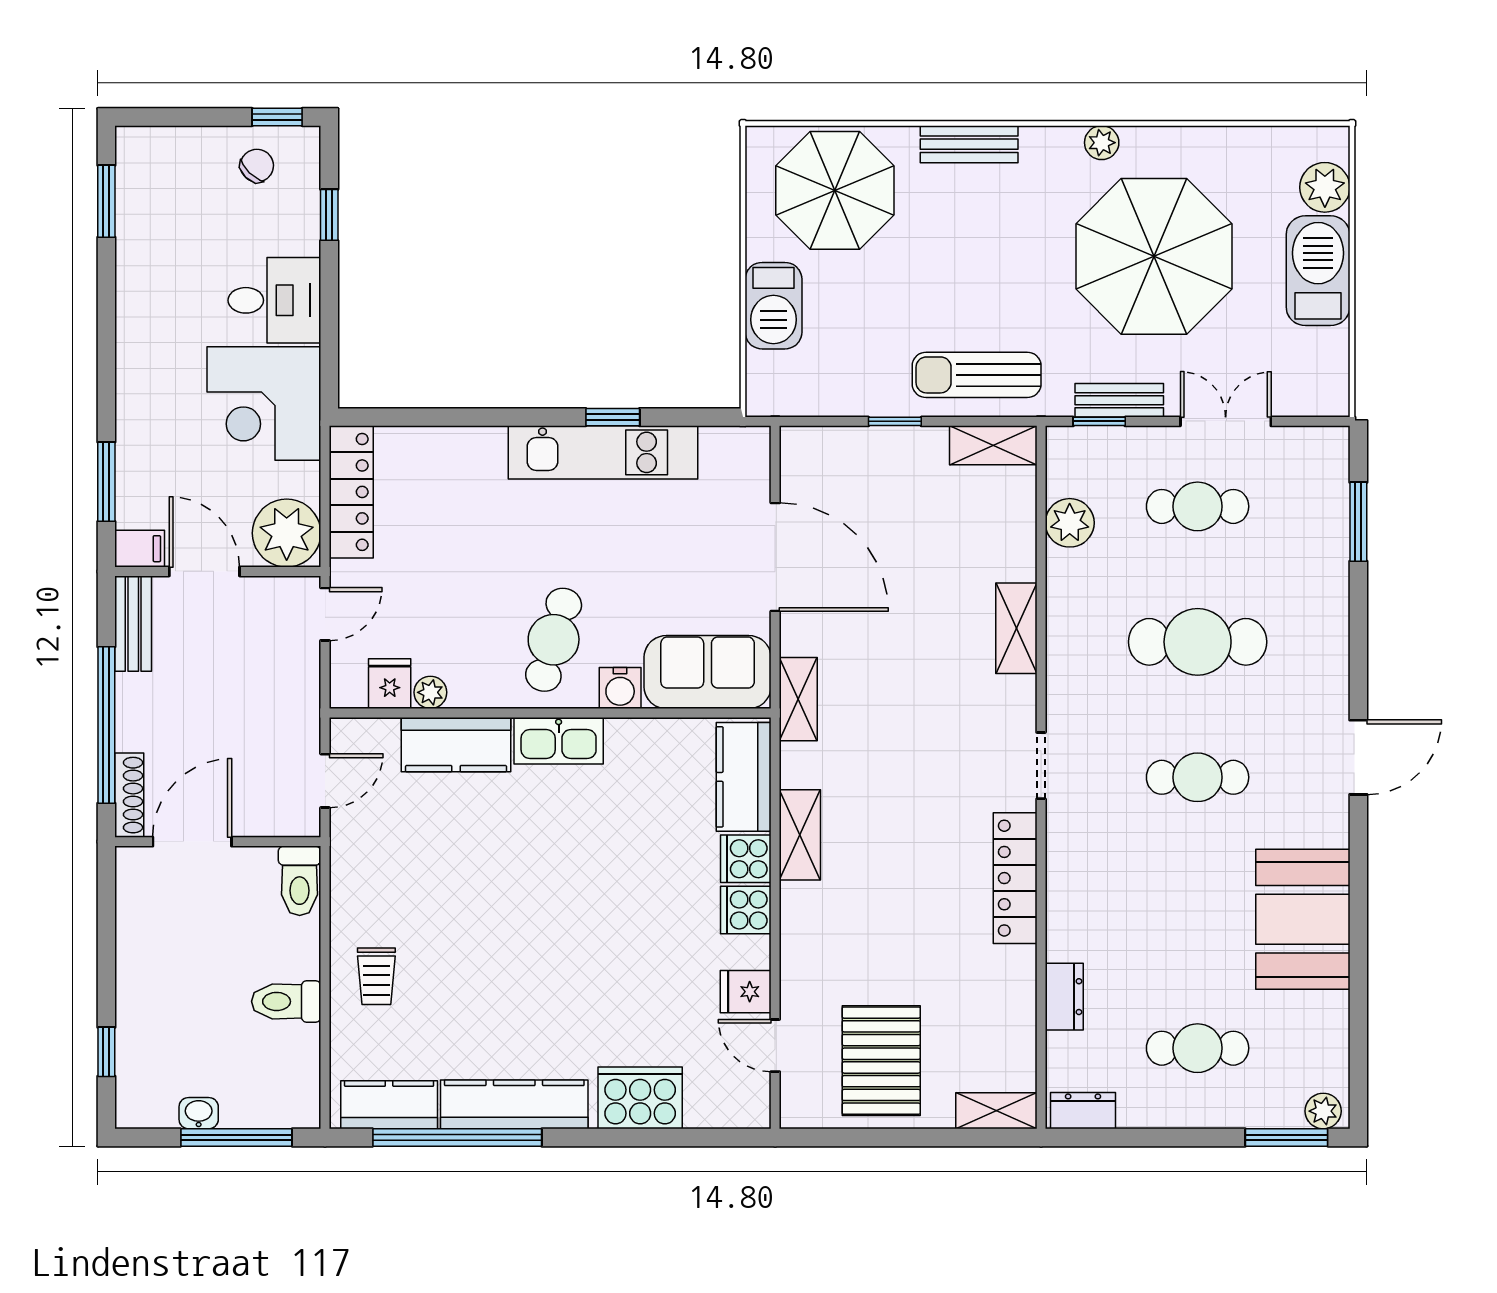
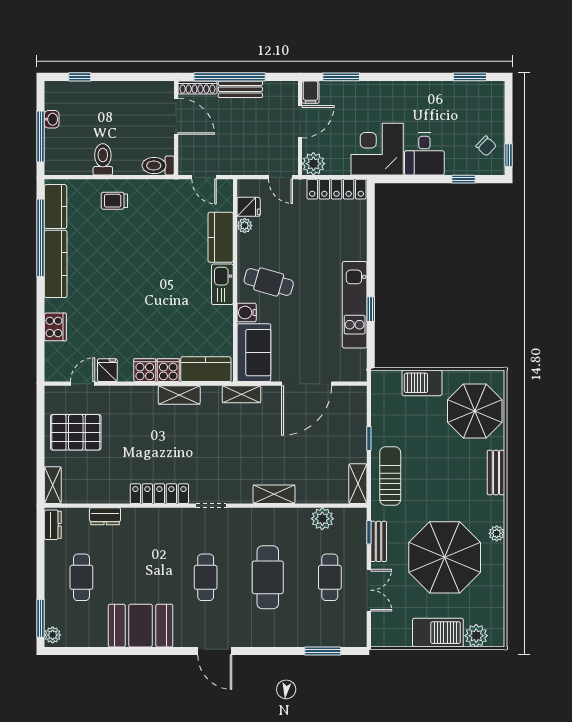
plant: (287, 533) -> (313, 164), width x0.73, depth x0.73
bench: (133, 624) -> (240, 89), moved
cooker: (640, 1098) -> (55, 327), width x0.73, depth x0.76

